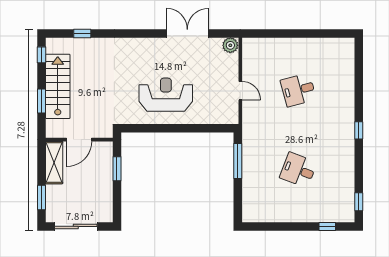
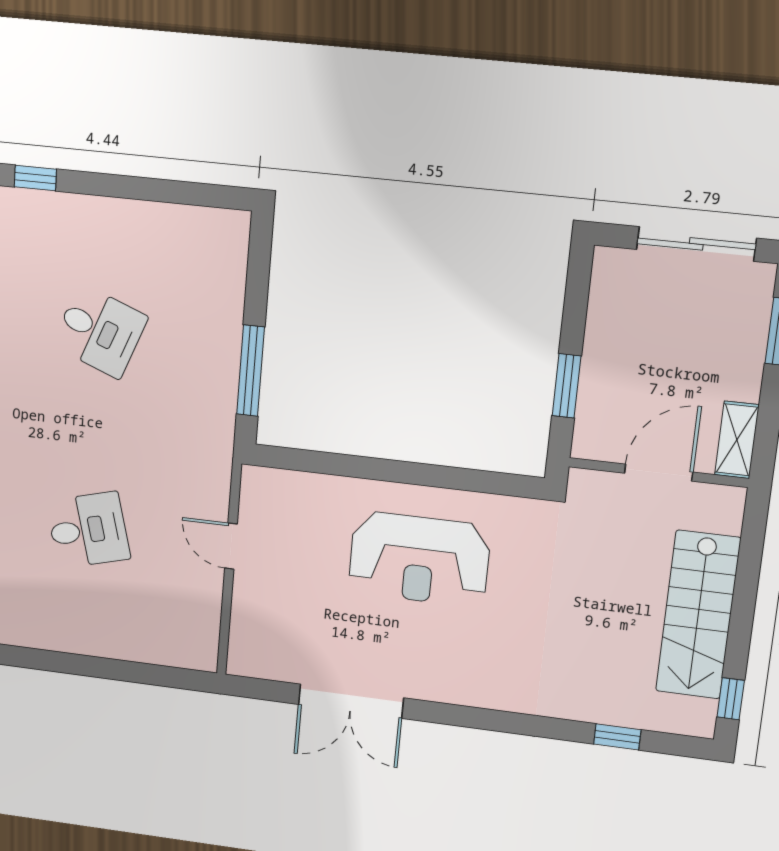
plant: (230, 45) -> (247, 659), removed
window: (41, 101) -> (746, 583), removed
shelving: (54, 163) -> (737, 440), width x0.67, depth x0.75

